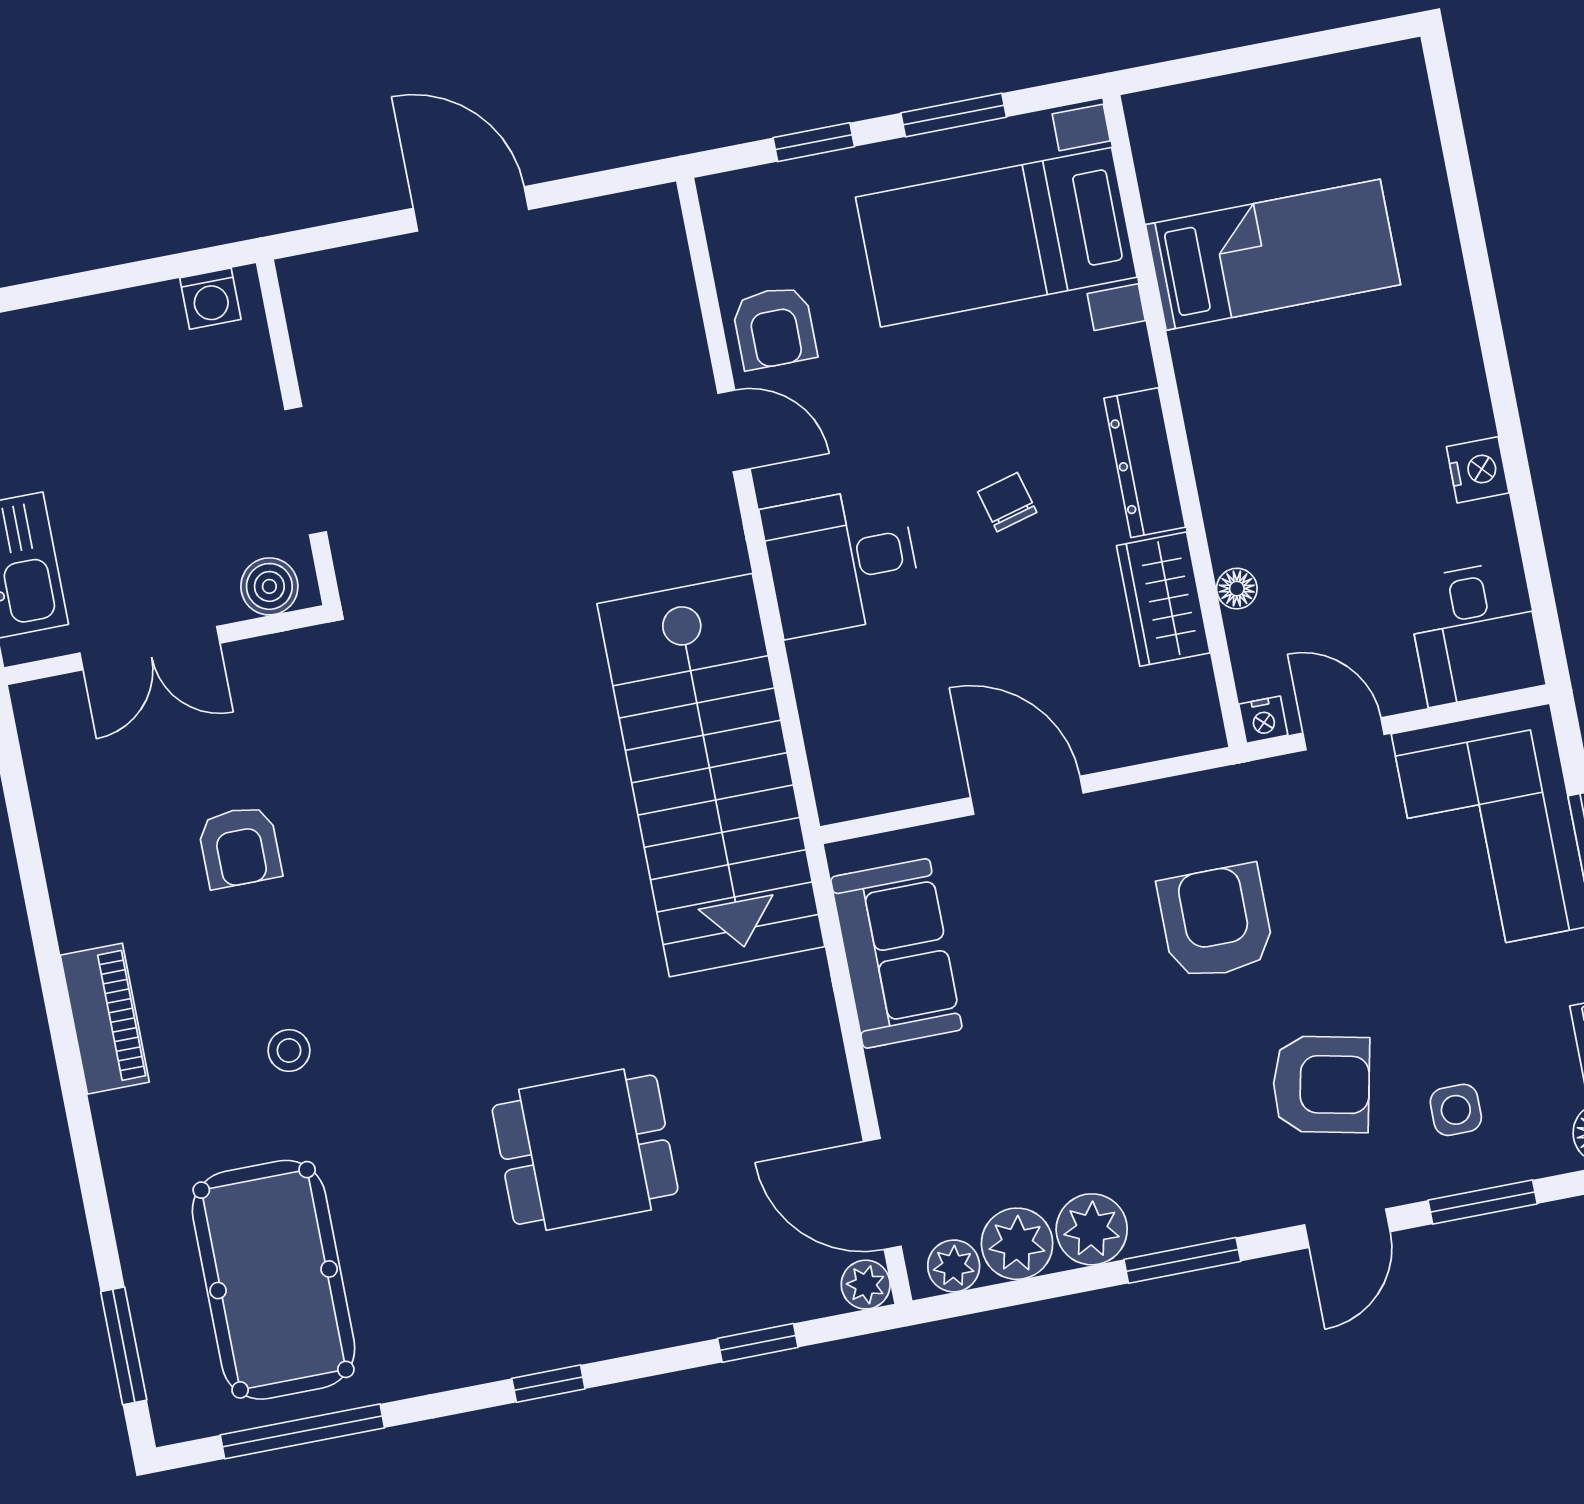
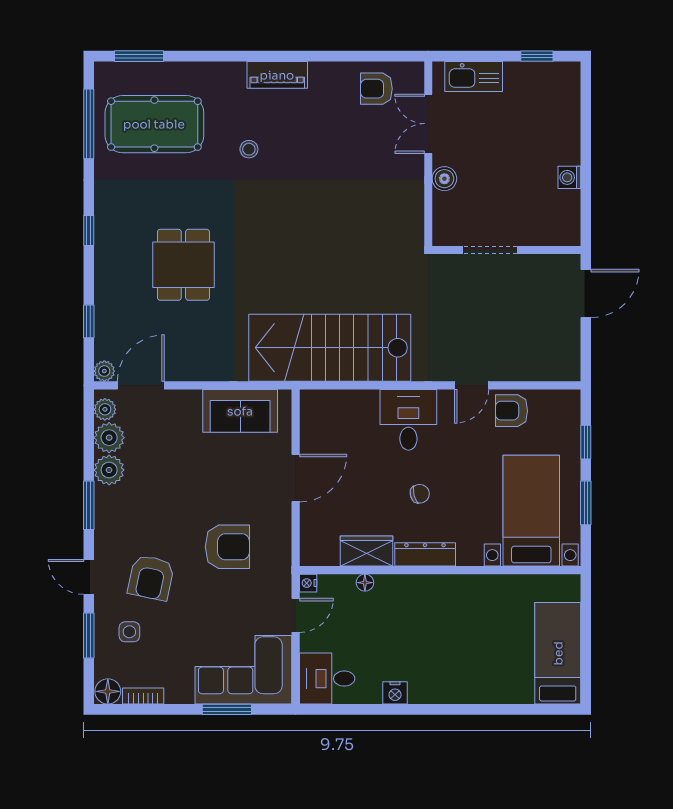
bed: (1273, 255) -> (558, 653), moved, turned 180
wall: (298, 432) -> (506, 250), moved
doorway: (306, 471) -> (490, 250), moved
armchair: (240, 847) -> (376, 89), moved

